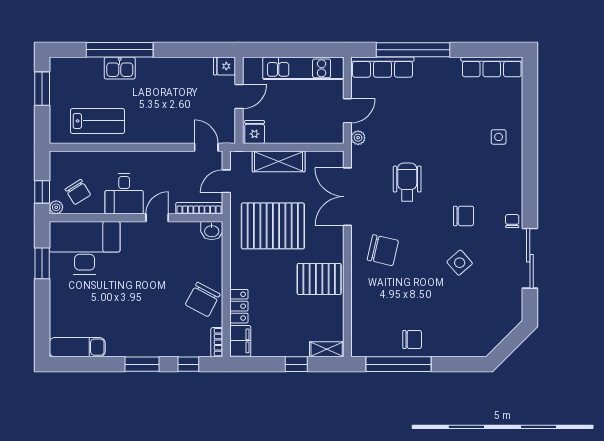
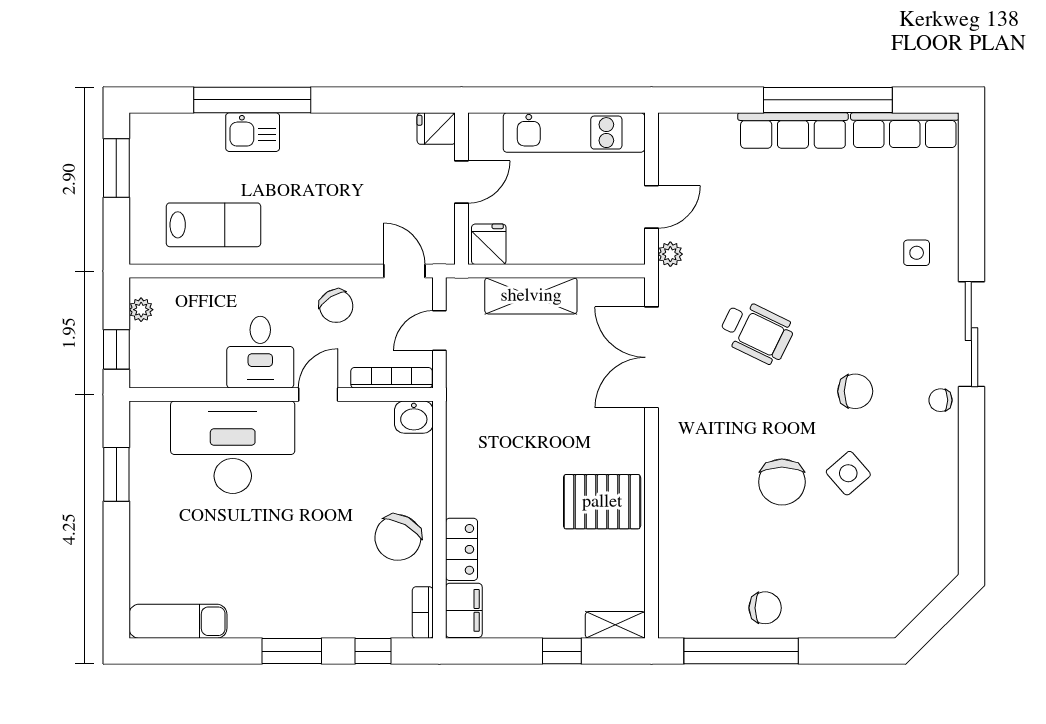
window: (413, 50) -> (828, 100), moved
row of seats: (382, 67) -> (793, 131), moved
wheelchair: (407, 182) -> (756, 332), turned 116
chair: (78, 192) -> (336, 306), moved
plant: (56, 207) -> (141, 310), moved
chair: (512, 221) -> (940, 400), turned -90
pallet: (273, 226) -> (521, 409), removed
desk: (85, 248) -> (233, 447), moved
chair: (383, 250) -> (782, 482), moved, turned 77
sliding door: (530, 258) -> (971, 334), moved

